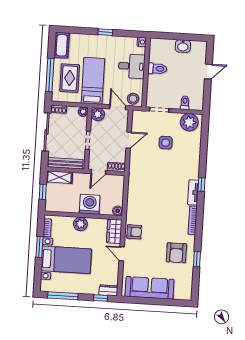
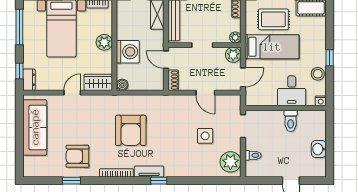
stool: (133, 99) -> (318, 74), moved
armchair: (134, 232) -> (131, 130), moved, width x1.88, depth x1.88

